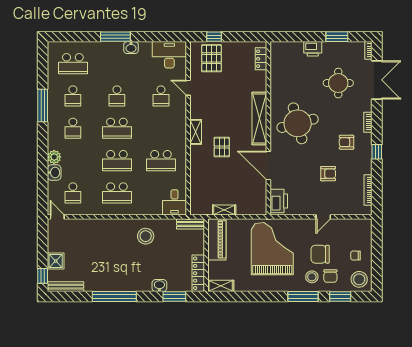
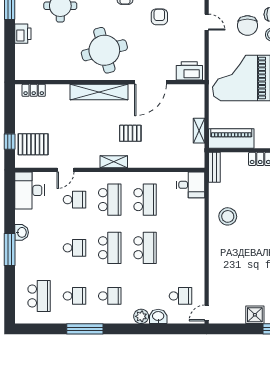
school desk: (117, 193) -> (110, 200), moved

